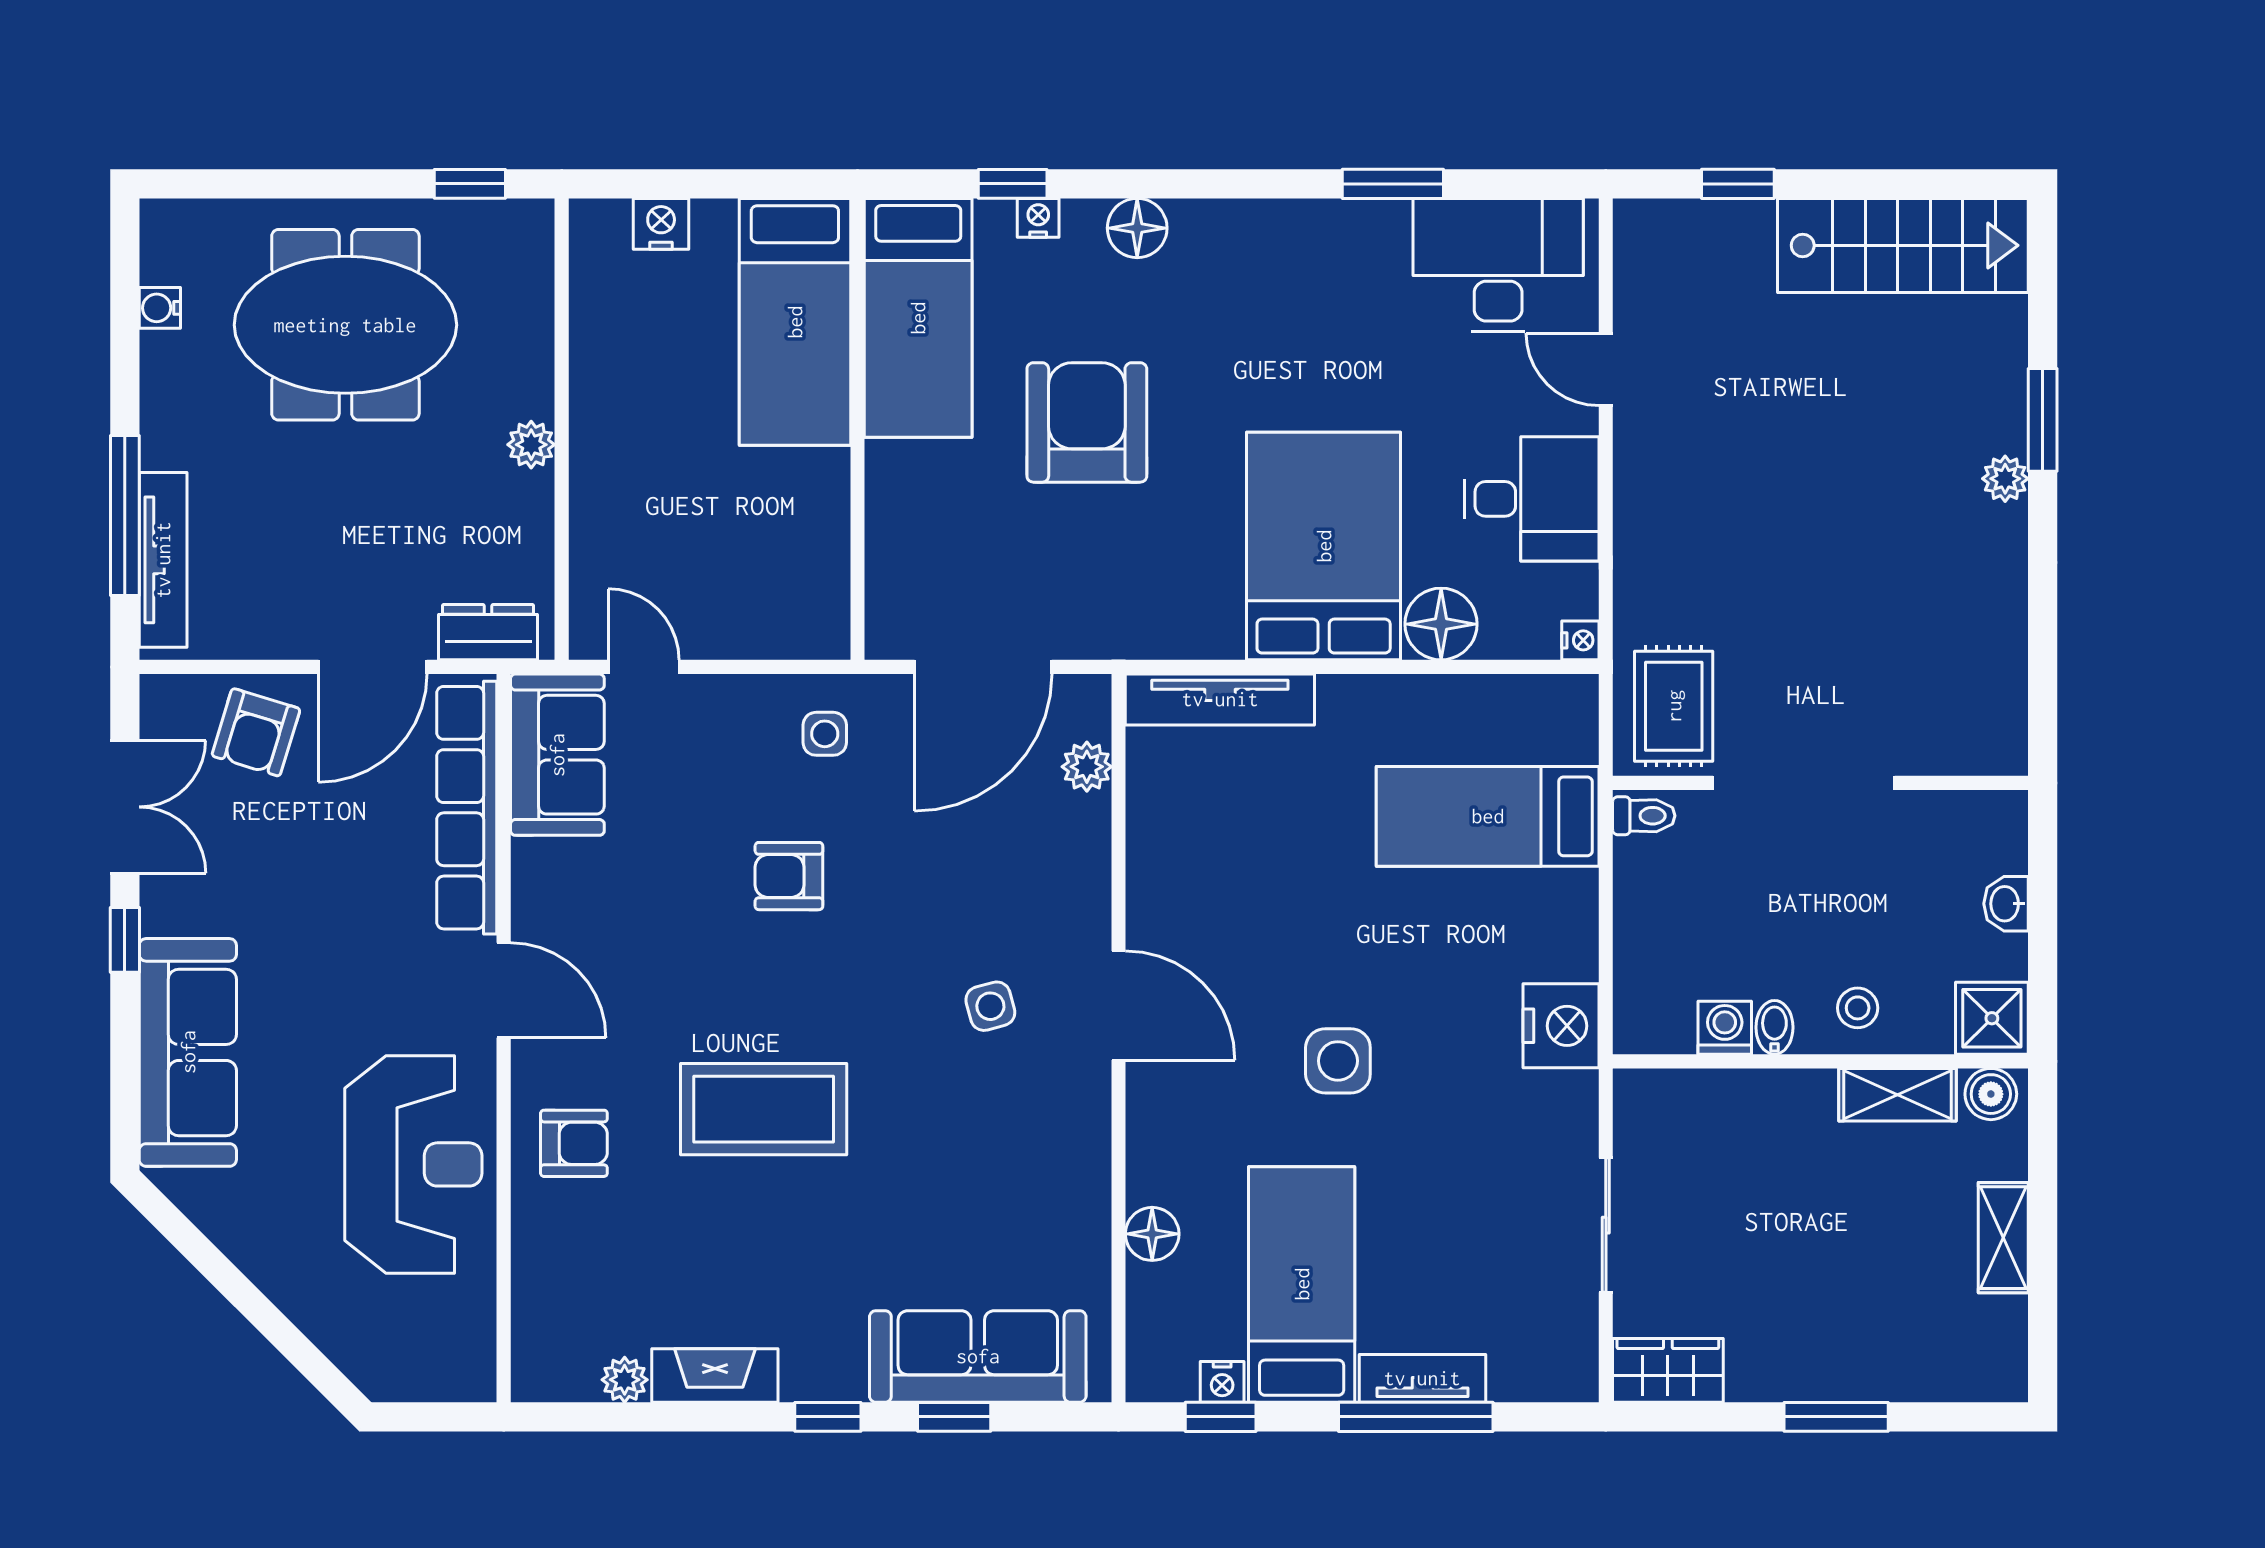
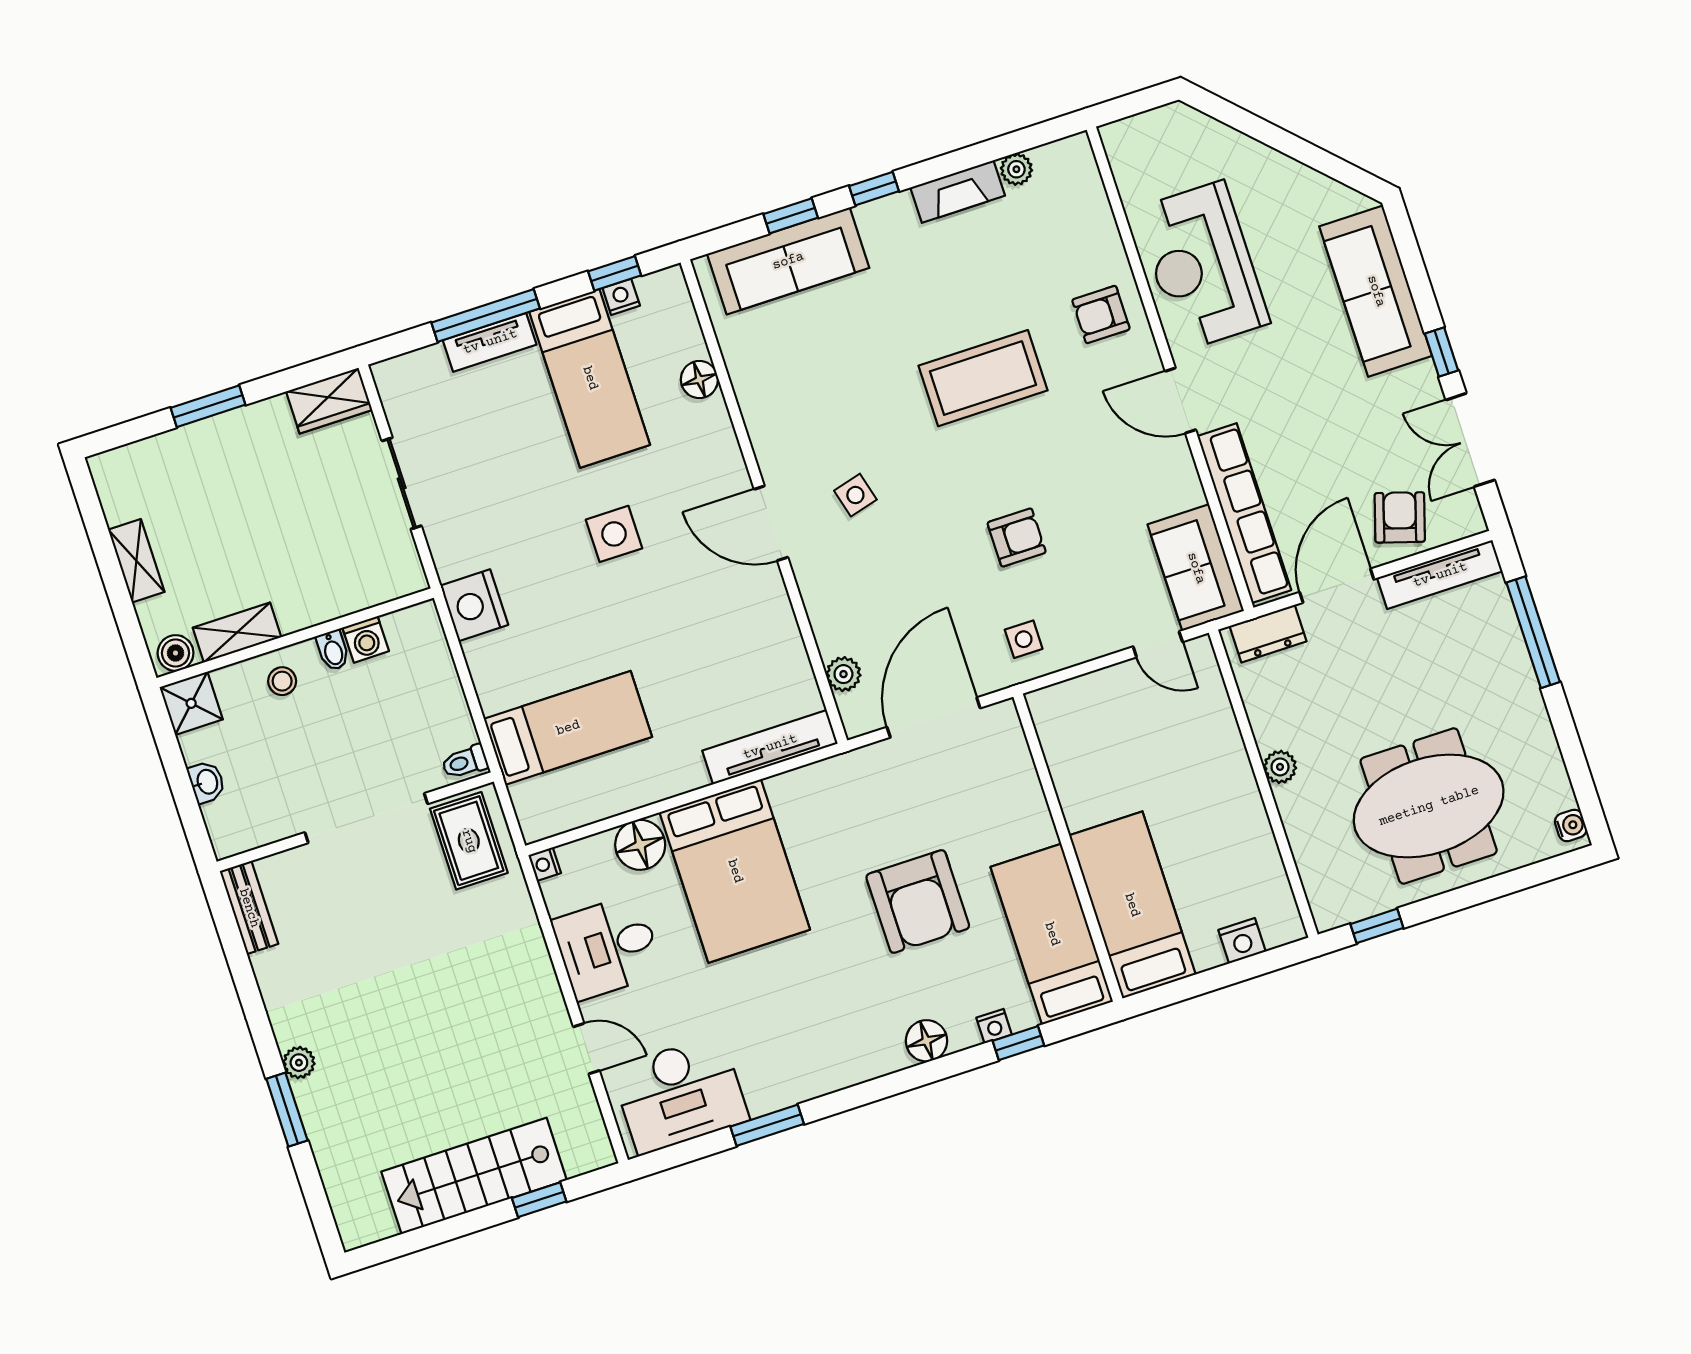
stairs: (1903, 245) -> (474, 1176), moved
water cooler: (160, 308) -> (1571, 825), moved
tv unit: (163, 560) -> (1440, 575), moved, turned -90
bench: (2004, 713) -> (249, 908), added

